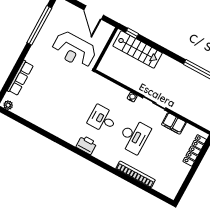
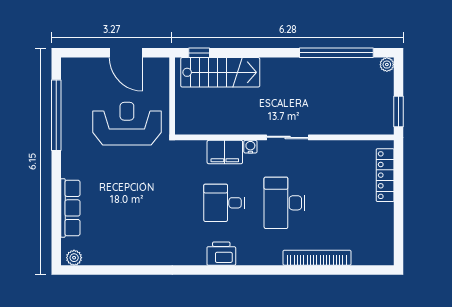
reception desk: (74, 50) -> (127, 124), turned 180
filing cabinet: (174, 123) -> (225, 152), moved
desk: (134, 136) -> (284, 203), turned 180

